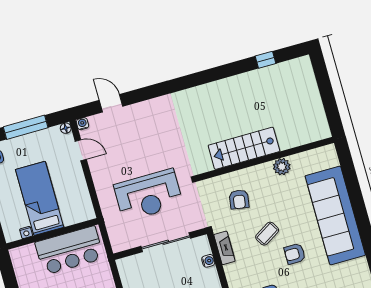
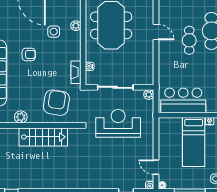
armchair: (239, 199) -> (56, 103), width x1.88, depth x1.88
coffee table: (267, 234) -> (44, 74), removed
plant: (118, 245) -> (149, 95), added

